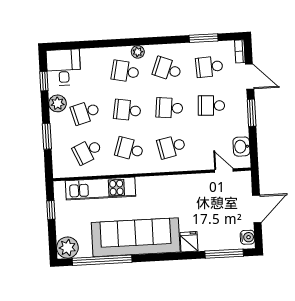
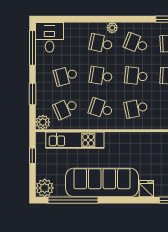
window: (44, 81) -> (32, 48), width x2.17
plant: (57, 103) -> (43, 122), moved

